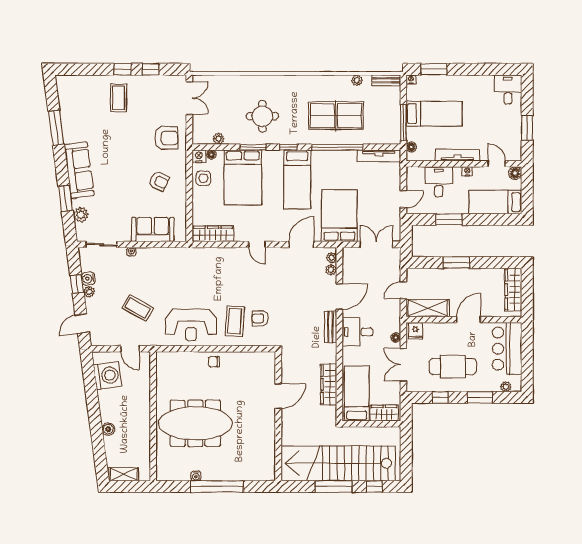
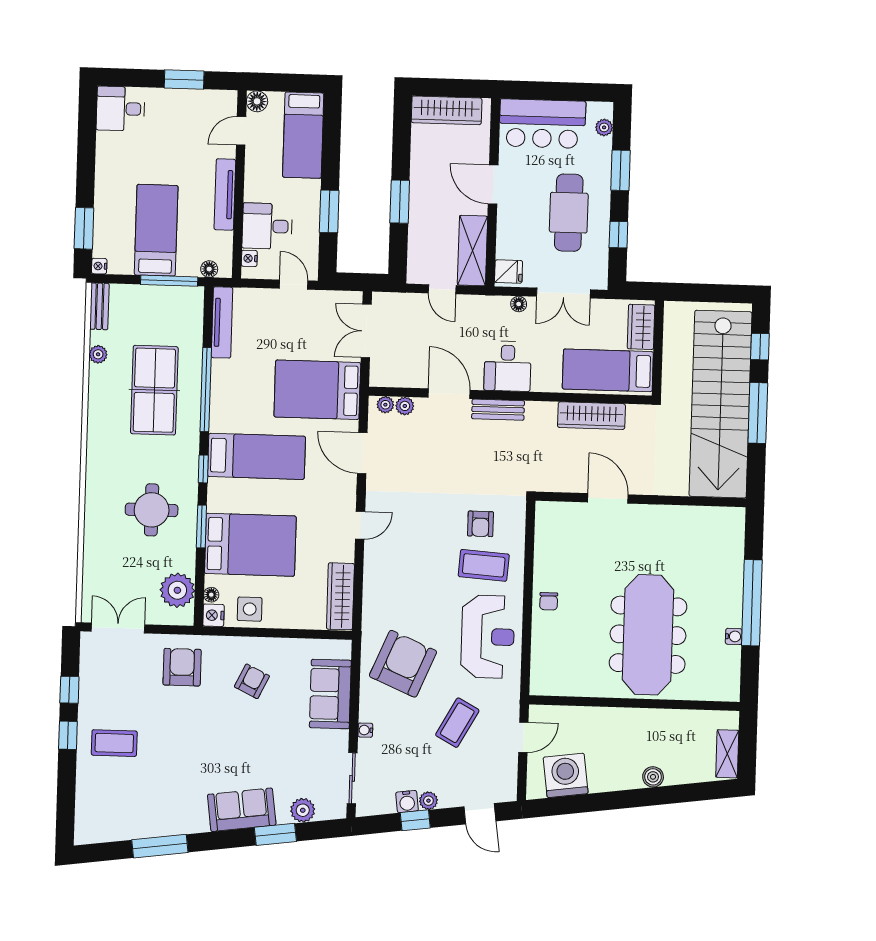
plant: (219, 139) -> (177, 590), width x1.88, depth x1.88
sofa: (79, 170) -> (242, 810), width x0.73
nightstand: (467, 171) -> (249, 258), moved
armchair: (173, 273) -> (403, 664), added

